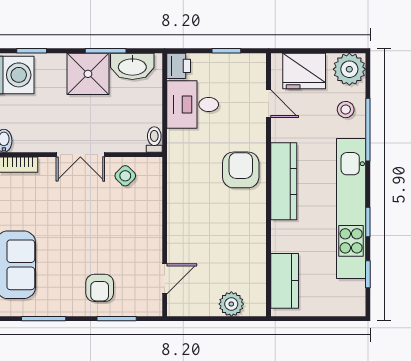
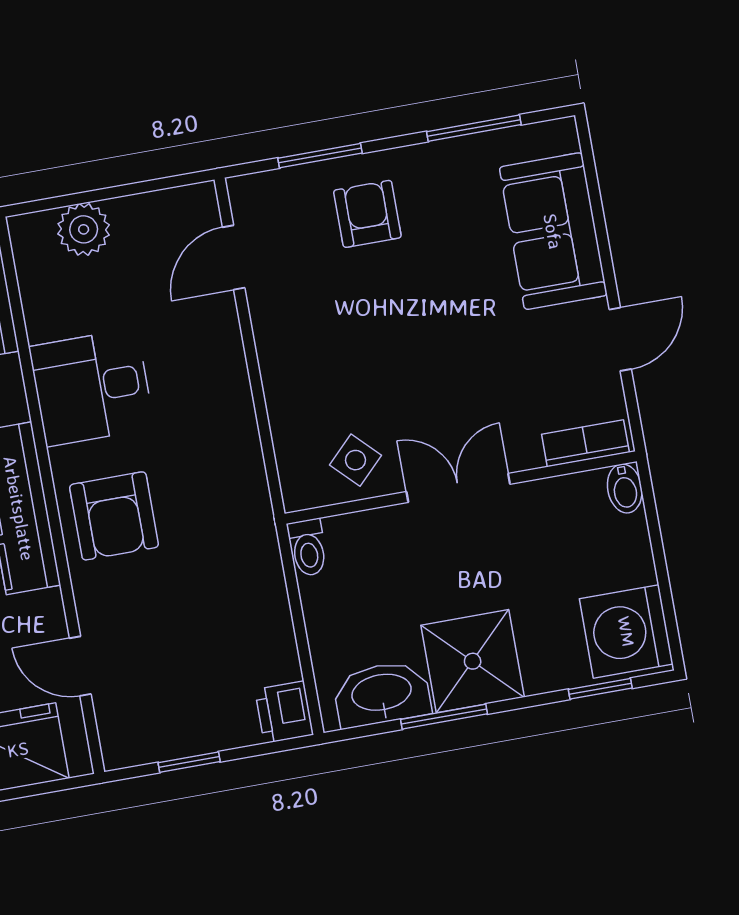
desk: (193, 104) -> (92, 387), moved, turned 180

